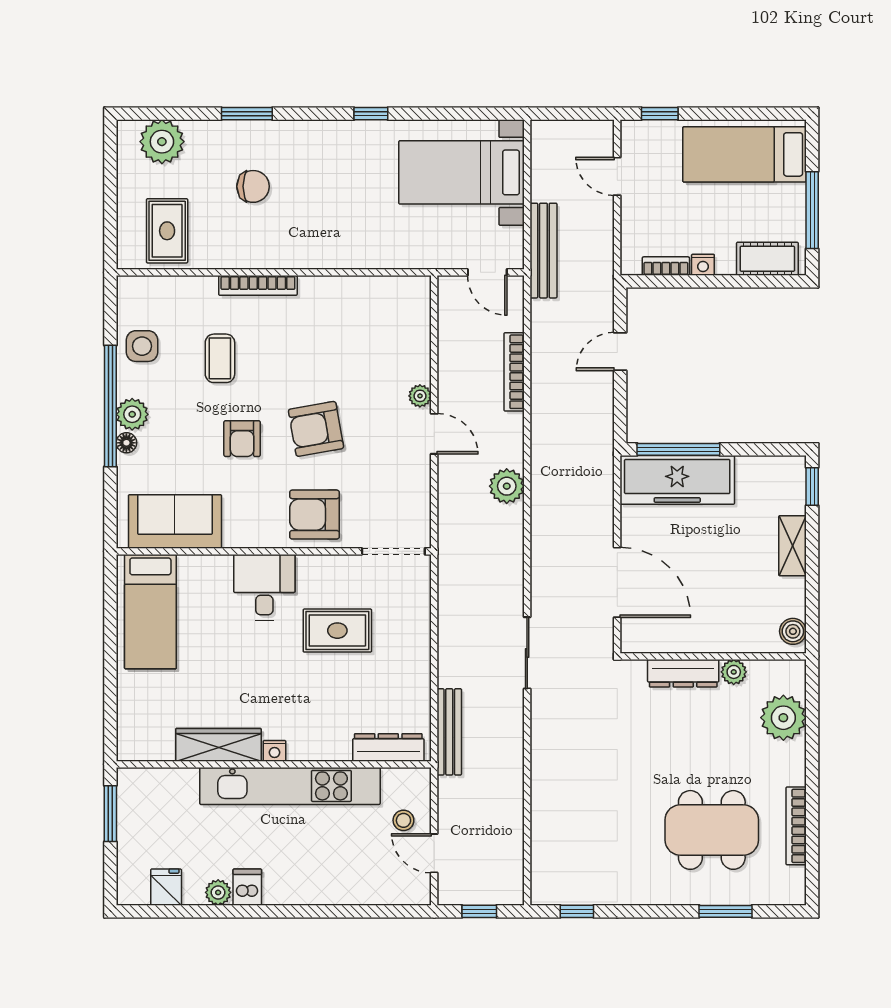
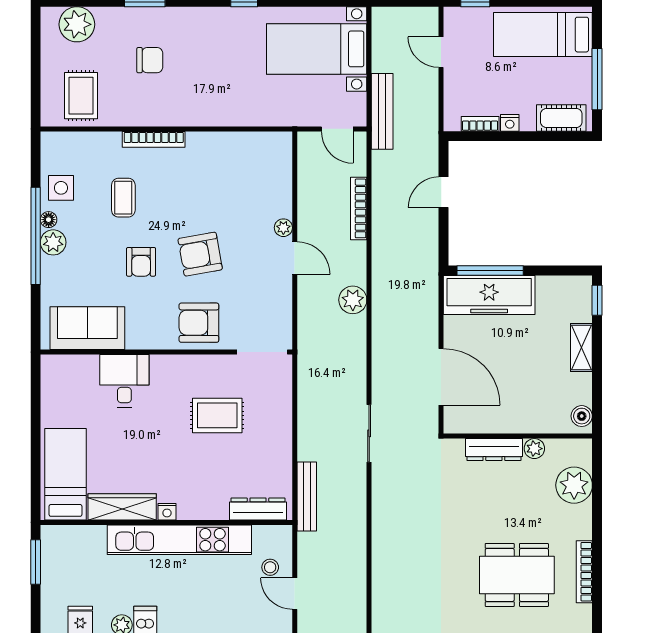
floor lamp: (126, 443) -> (49, 220), moved
desk: (264, 587) -> (124, 381), moved
bed: (150, 612) -> (65, 474), moved, turned 180

